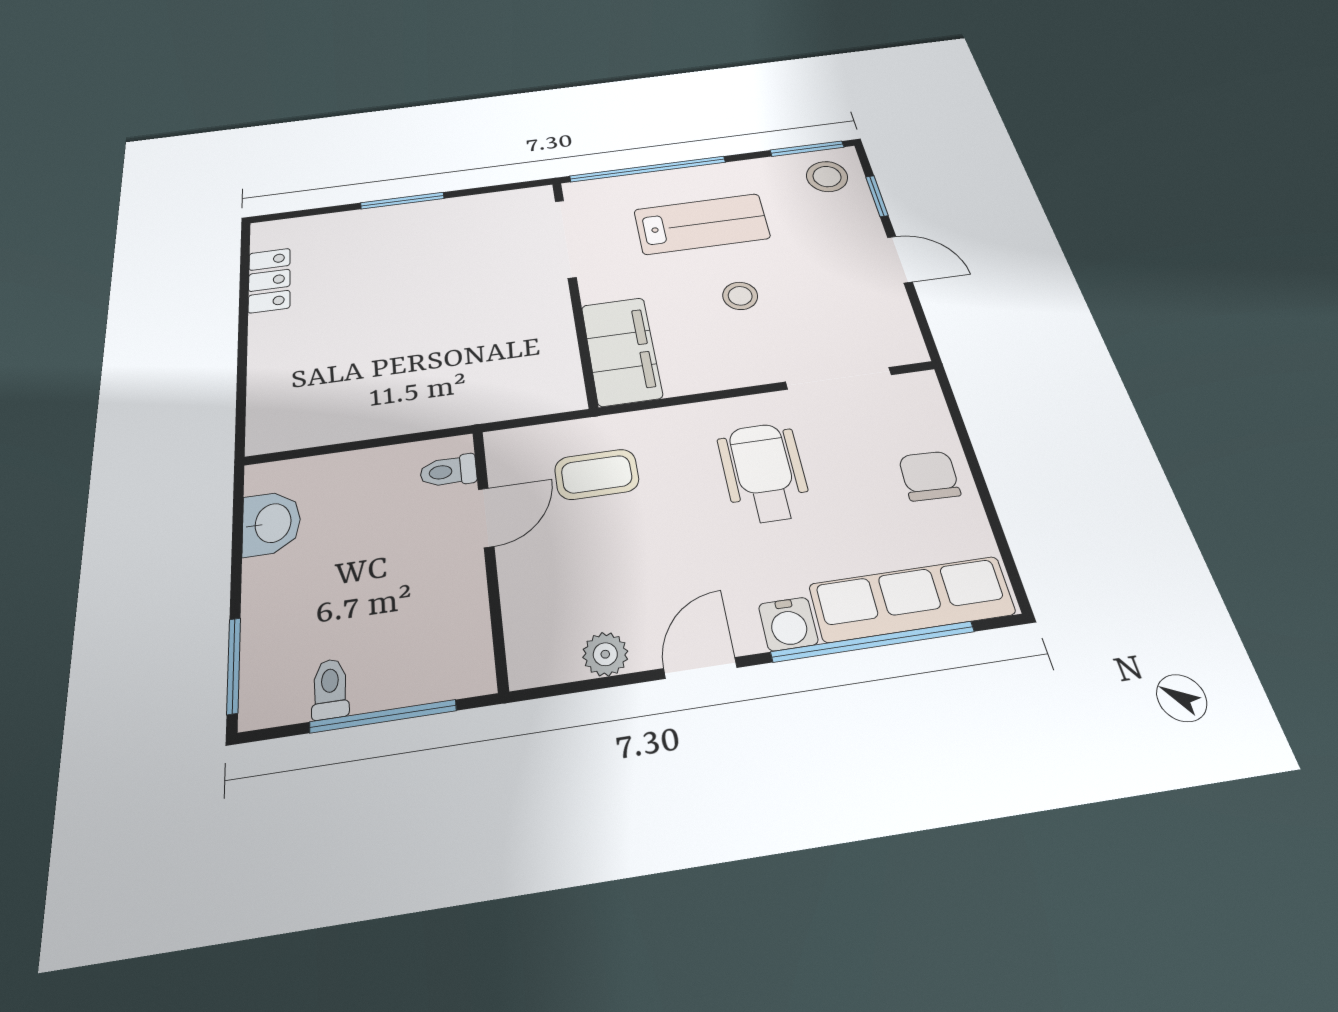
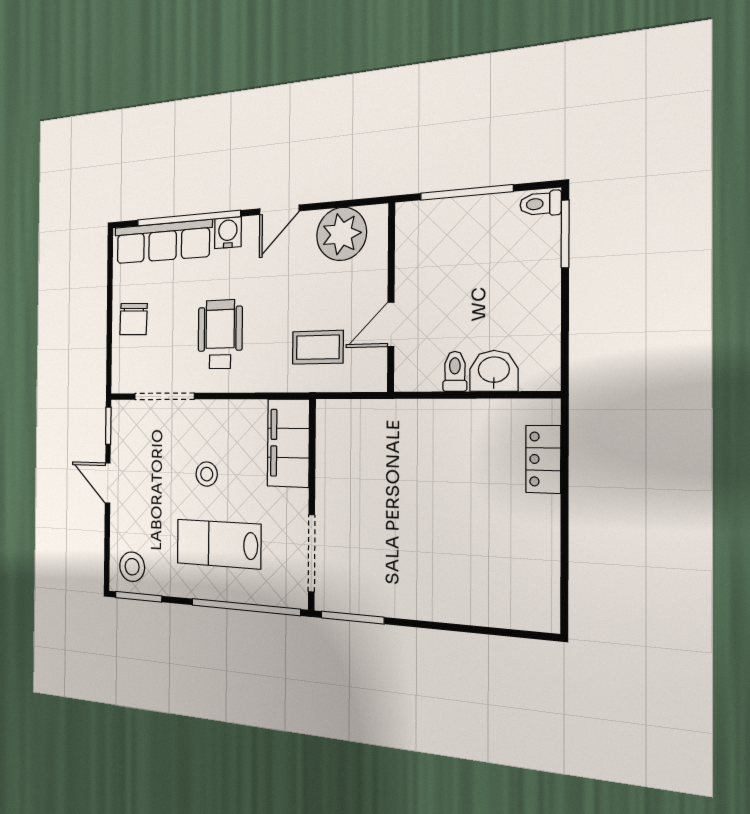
window: (877, 196) -> (108, 426), moved
window: (402, 201) -> (352, 618), moved
locker: (269, 280) -> (543, 459), moved
toilet: (448, 471) -> (455, 371), moved, turned -90
wheelchair: (764, 472) -> (220, 334), turned 180
washbasin: (271, 523) -> (494, 371), moved, turned 90
plant: (605, 654) -> (341, 234), width x1.88, depth x1.88
toilet: (330, 689) -> (540, 204), moved, turned 90

